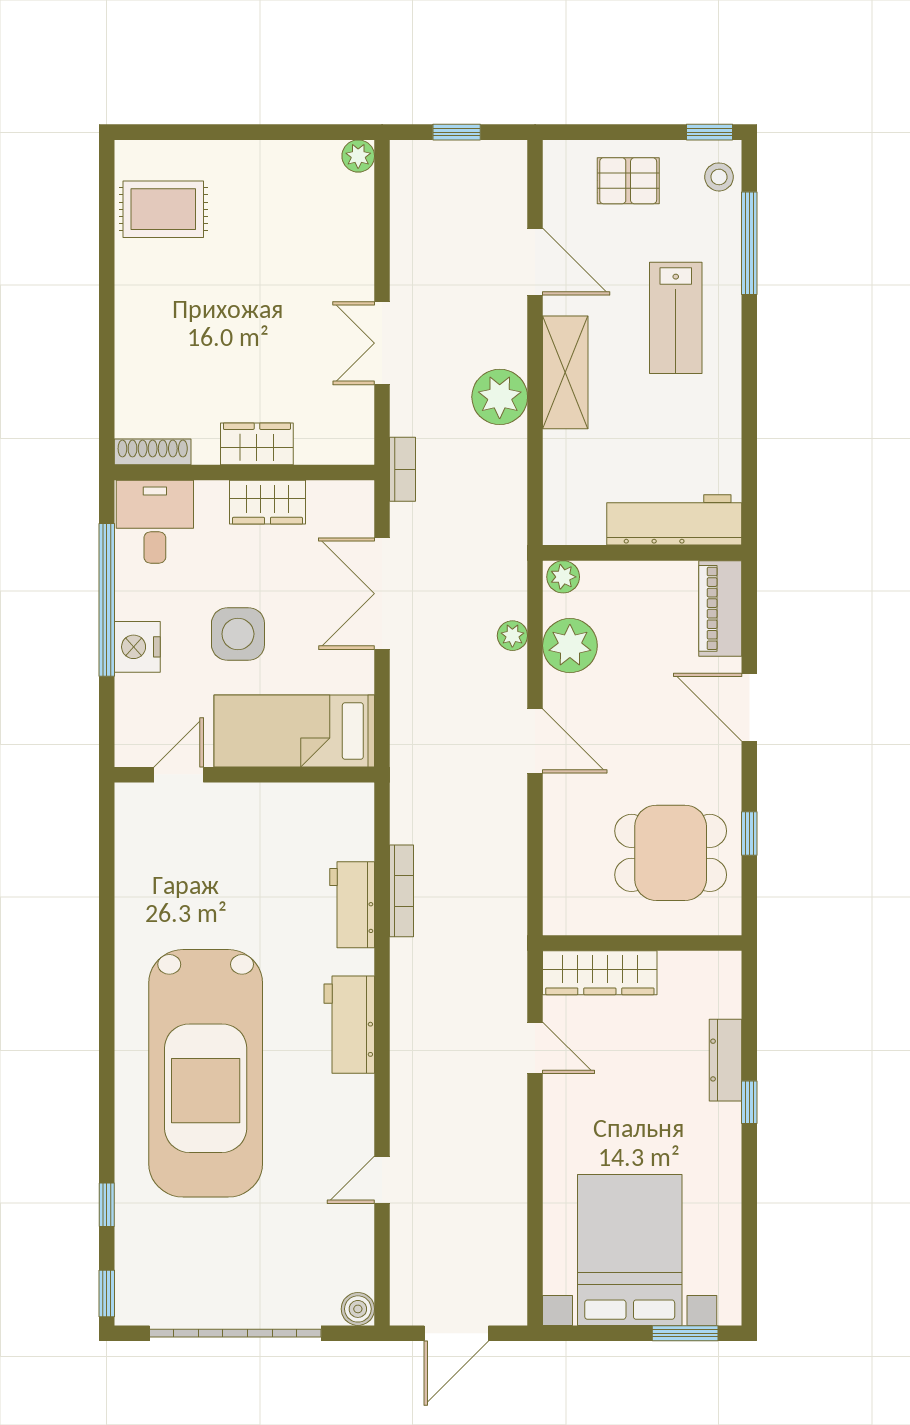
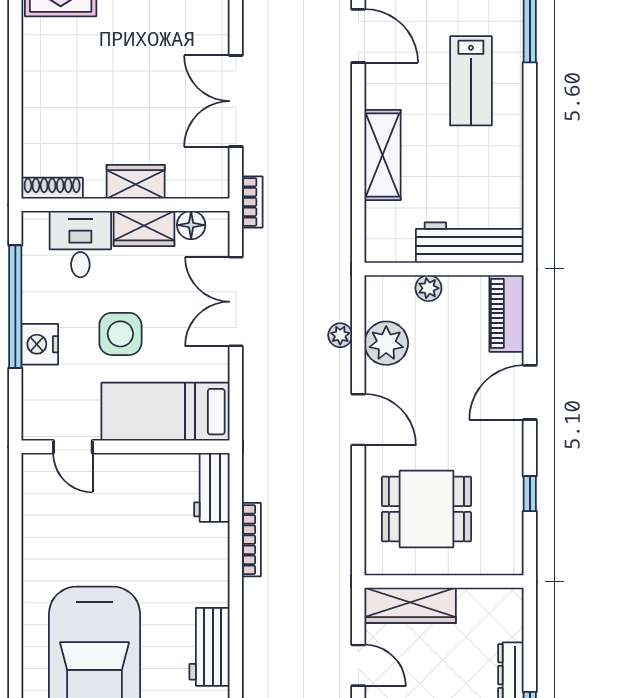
double door: (382, 343) -> (236, 101), width x1.37
shelving: (565, 372) -> (383, 155), moved
plant: (500, 397) -> (330, 144), removed
floor lamp: (326, 498) -> (191, 225), added
desk: (155, 522) -> (80, 244), moved
plant: (563, 577) -> (428, 288), moved
door: (749, 707) -> (530, 392), hinge flipped
door: (179, 775) -> (73, 447), swing flipped
dining table: (671, 853) -> (426, 509), moved
workbench: (352, 905) -> (212, 487), moved

